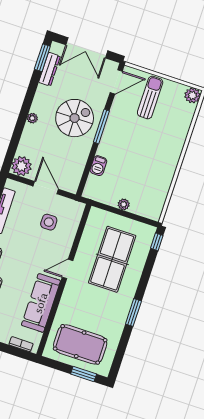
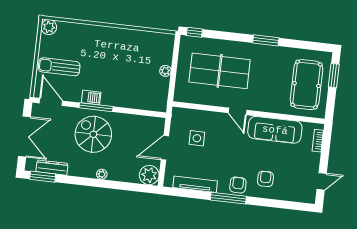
barbecue: (98, 166) -> (91, 97), moved

